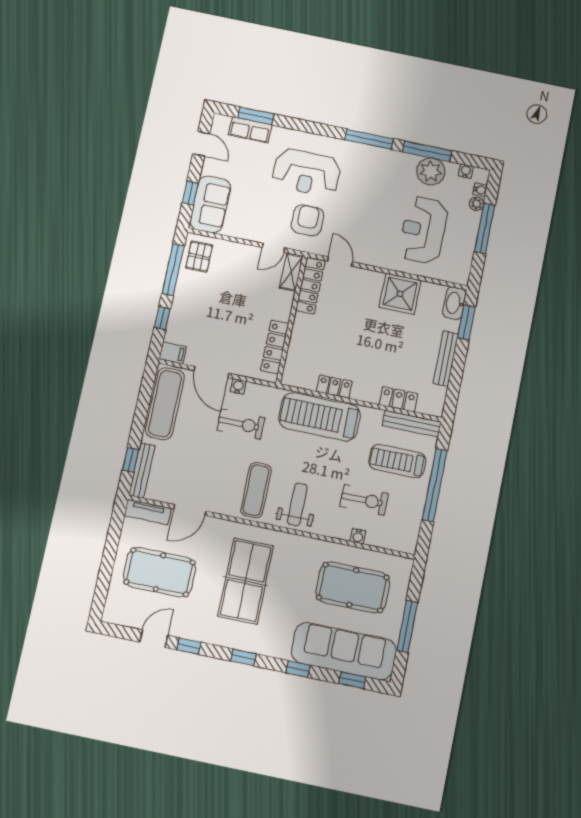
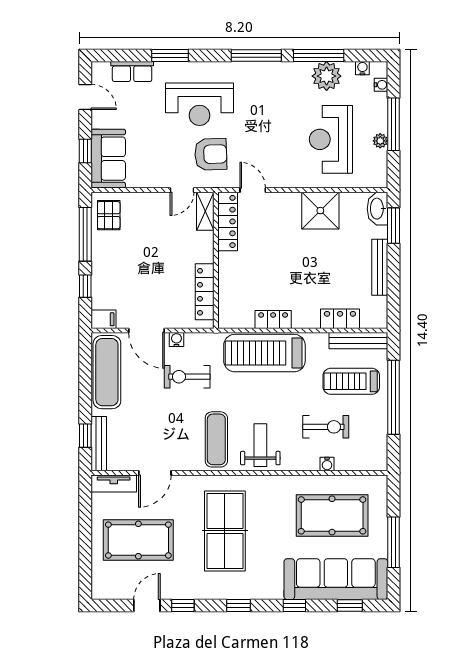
window: (256, 116) -> (170, 55), moved
plant: (477, 204) -> (380, 141), moved
armchair: (308, 220) -> (211, 154), turned 88
exercise bike: (241, 424) -> (187, 377), turned 180

